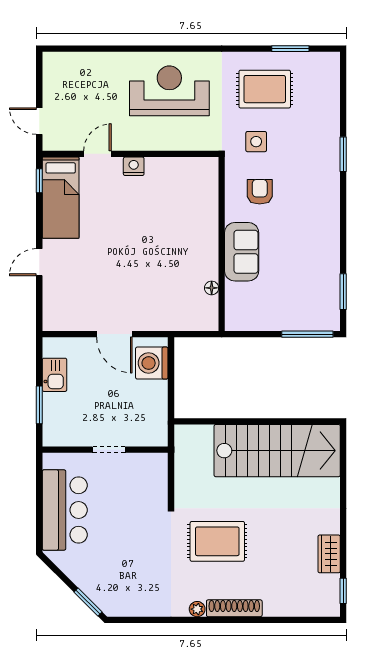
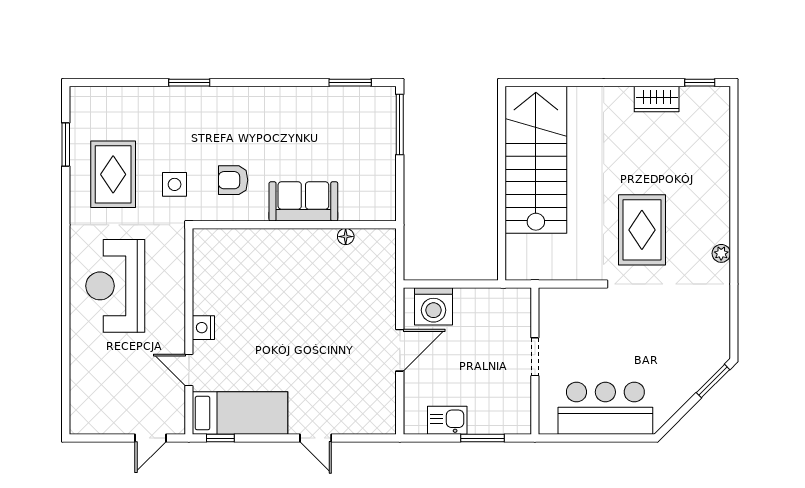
shoe rack: (234, 608) -> (720, 210), removed

